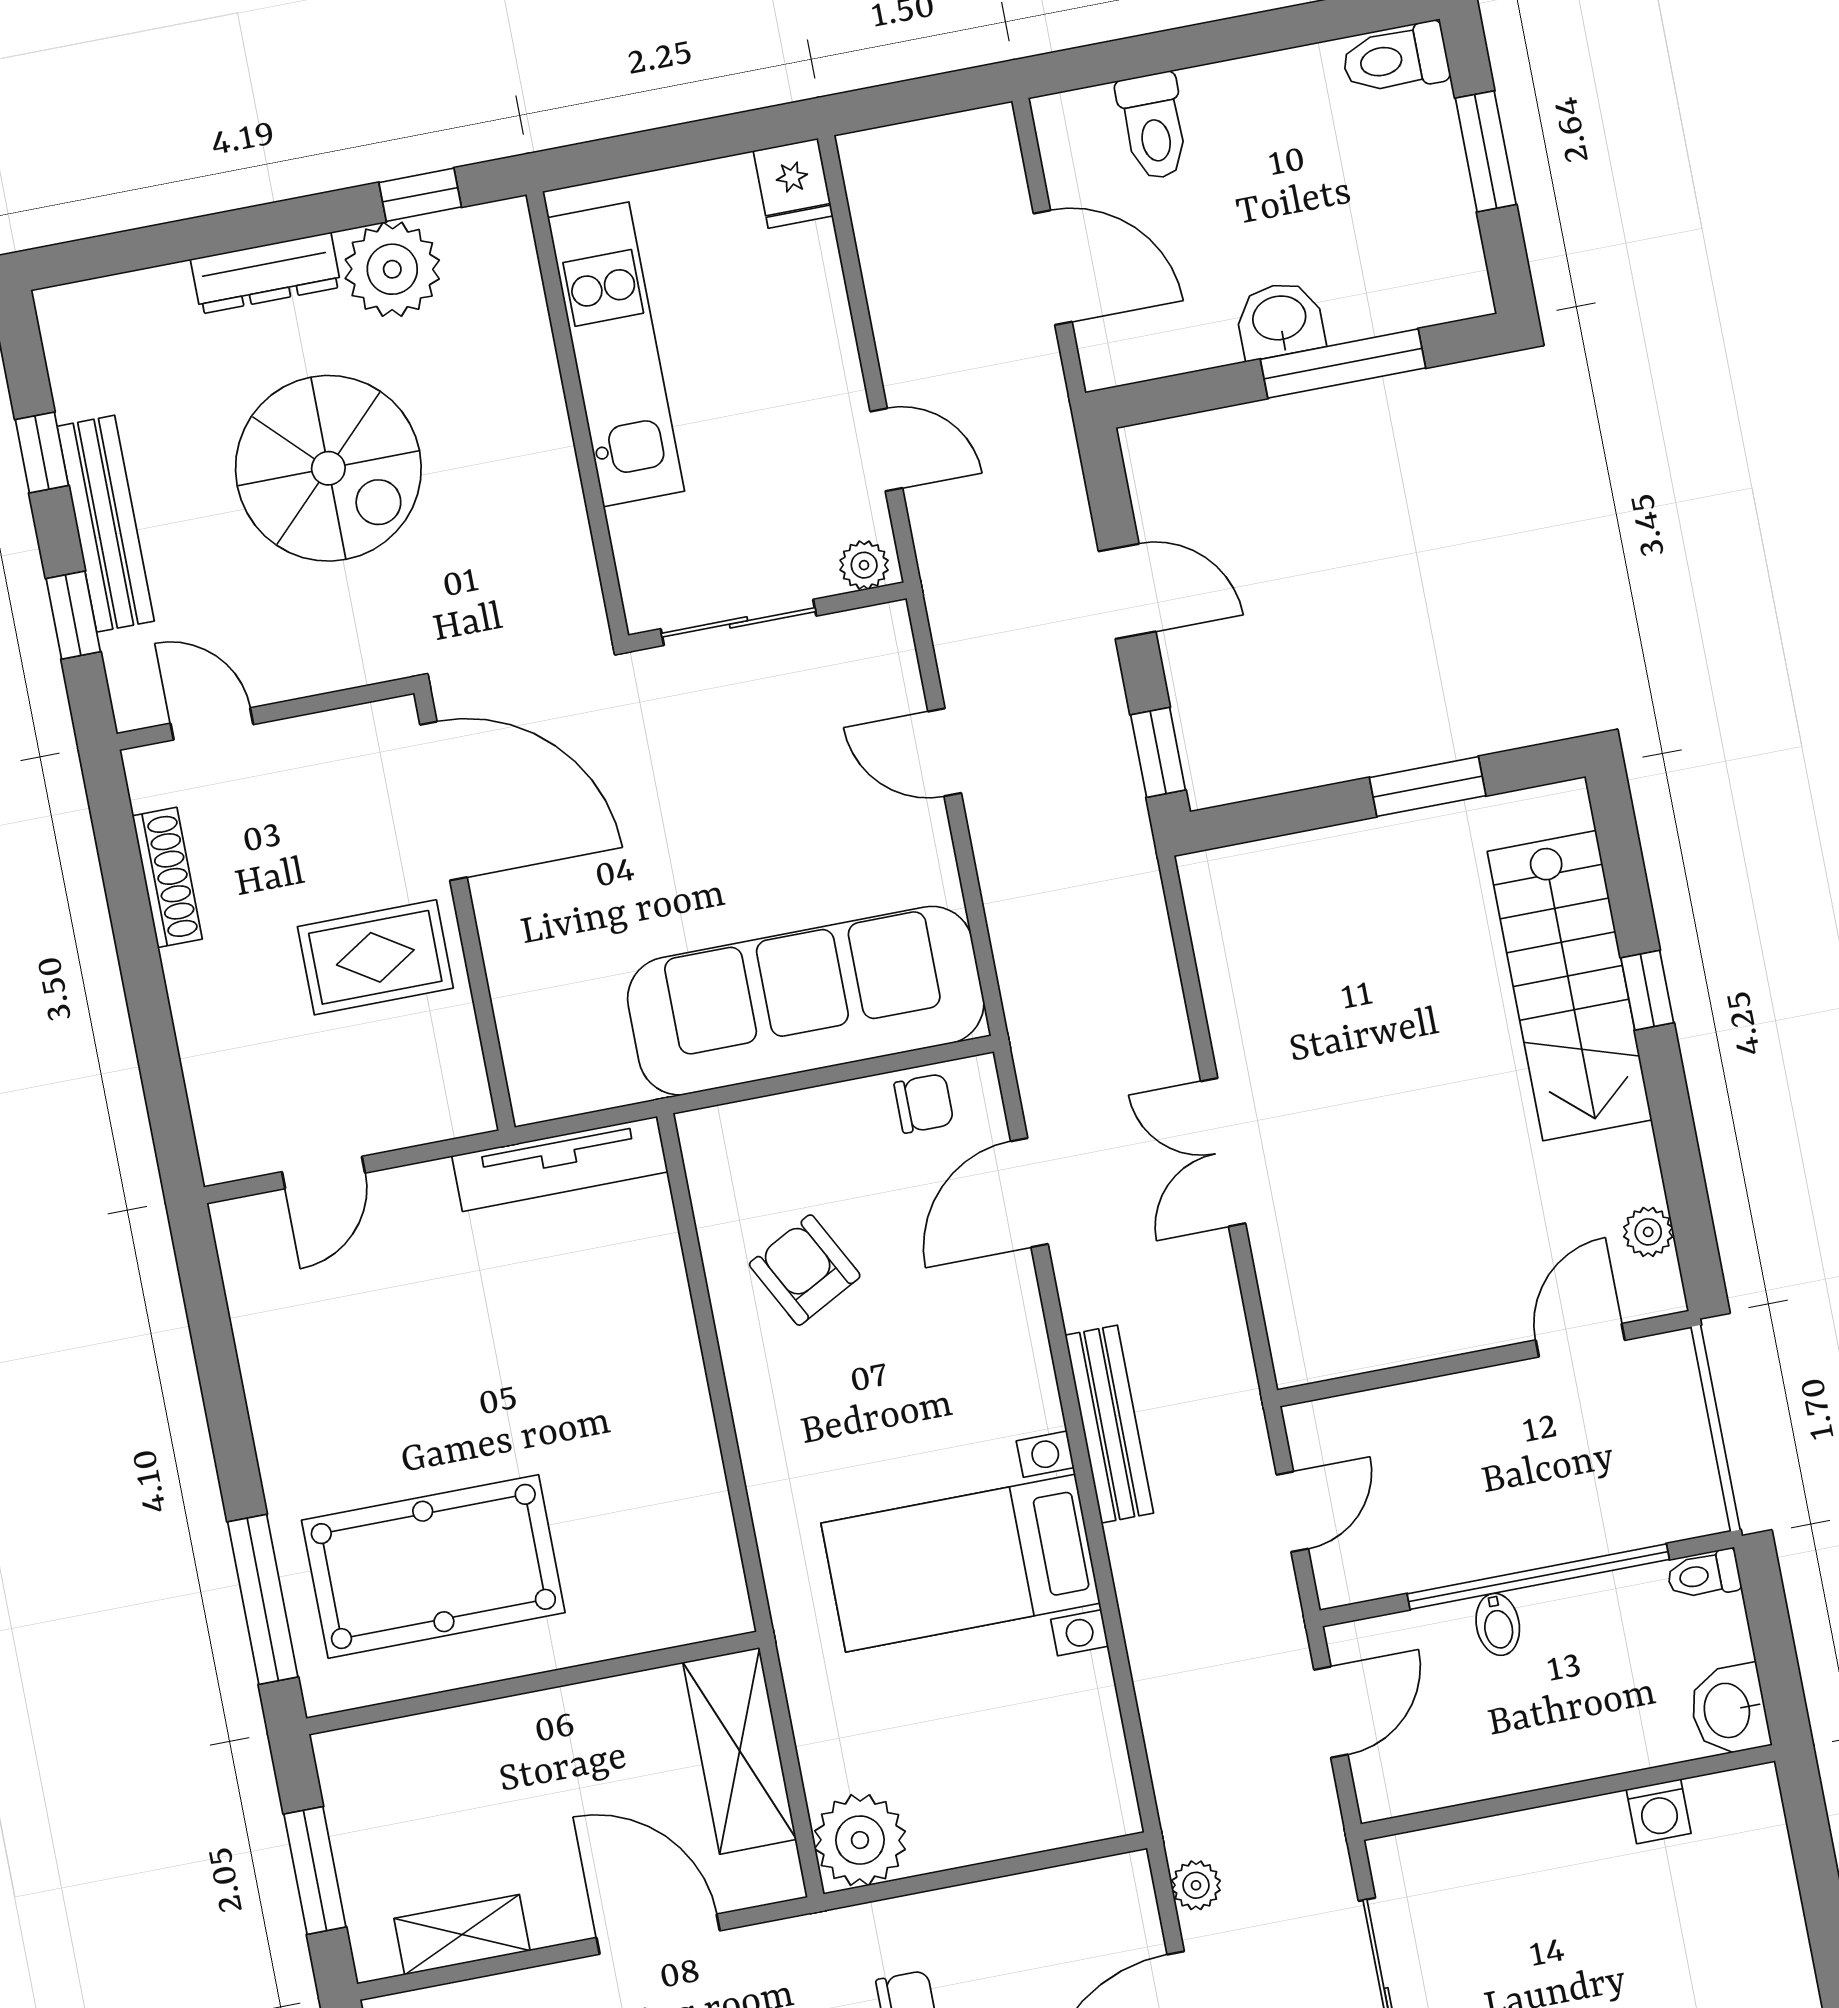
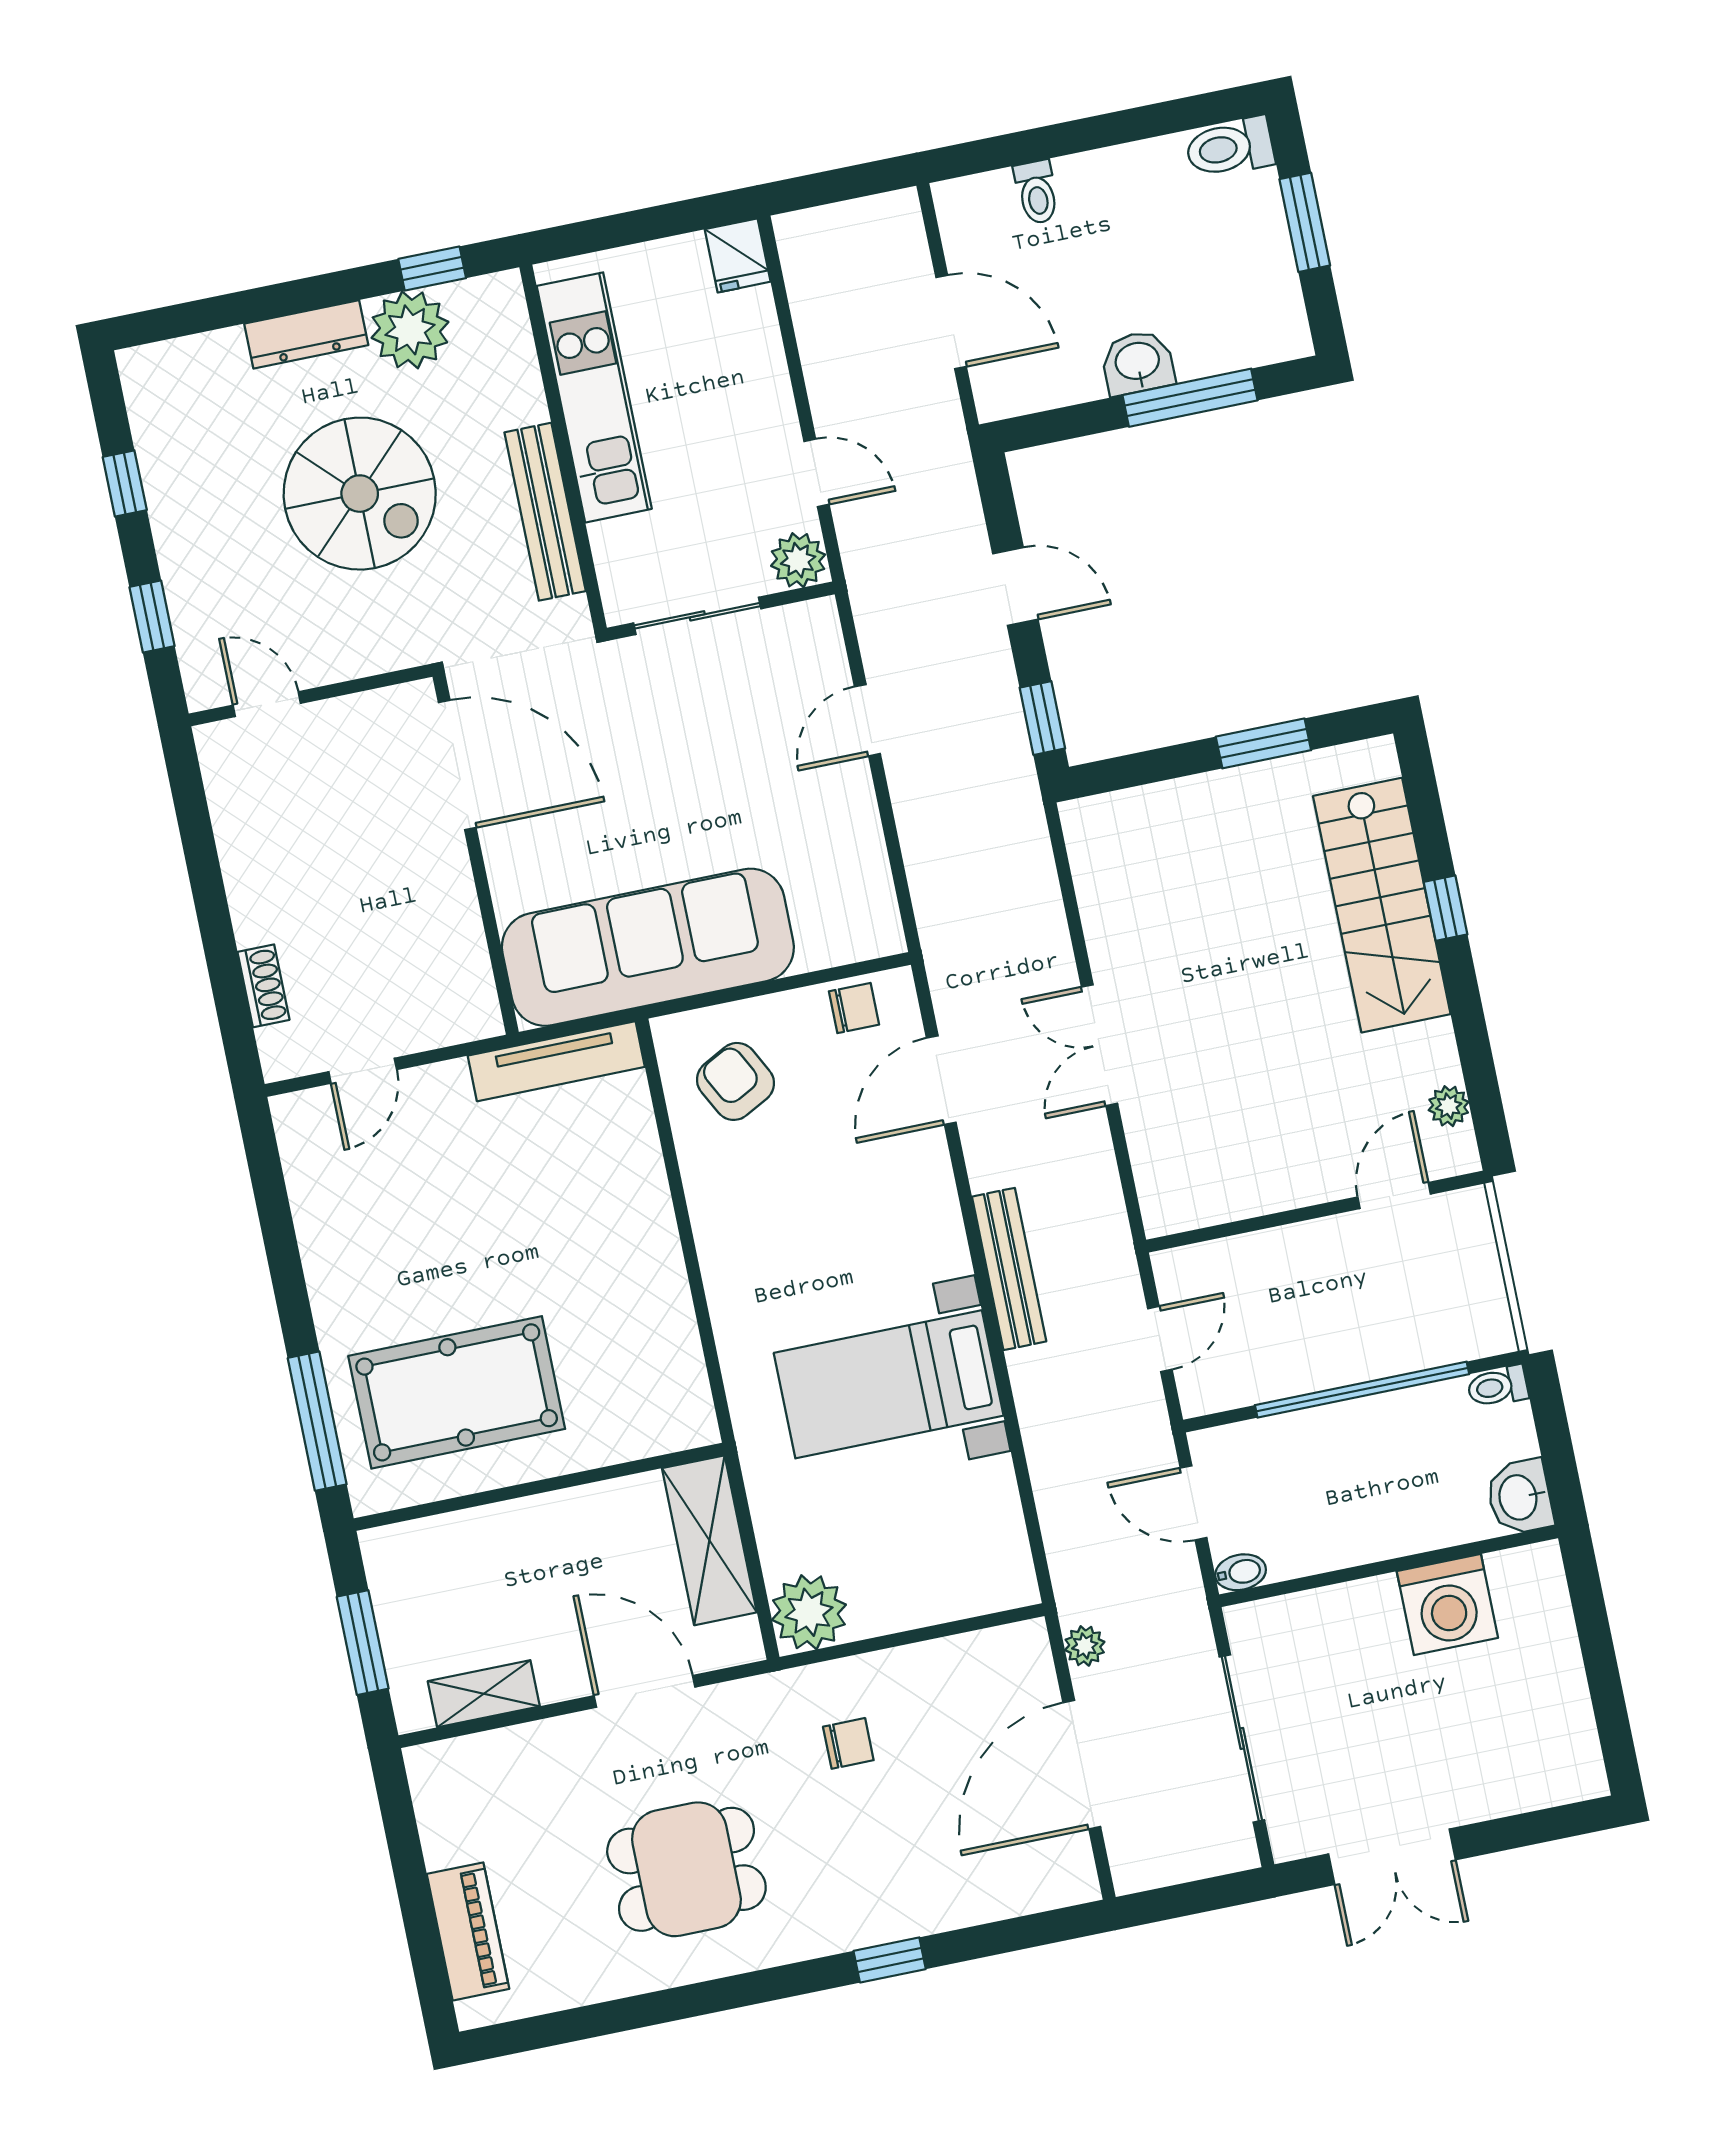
toilet: (1153, 126) -> (1037, 192), width x0.73, depth x0.72
bench: (106, 524) -> (545, 512), moved
plant: (864, 565) -> (798, 560), width x1.38, depth x1.38
door: (945, 752) -> (867, 720), hinge flipped
shoe rack: (167, 877) -> (263, 986), moved, width x0.70
rug: (375, 957) -> (403, 894), removed
sofa: (806, 1001) -> (648, 947), moved
armchair: (805, 1270) -> (736, 1081), moved
bidet: (1498, 1624) -> (1241, 1572), moved, turned -90
door: (1331, 1712) -> (1194, 1503), swing flipped
washing machine: (1659, 1811) -> (1447, 1605), width x1.89, depth x1.89

